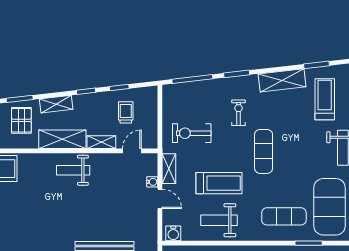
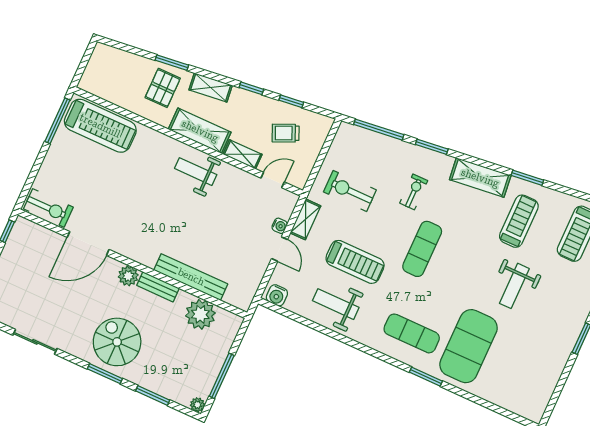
trolley: (126, 112) -> (286, 133), turned -114

